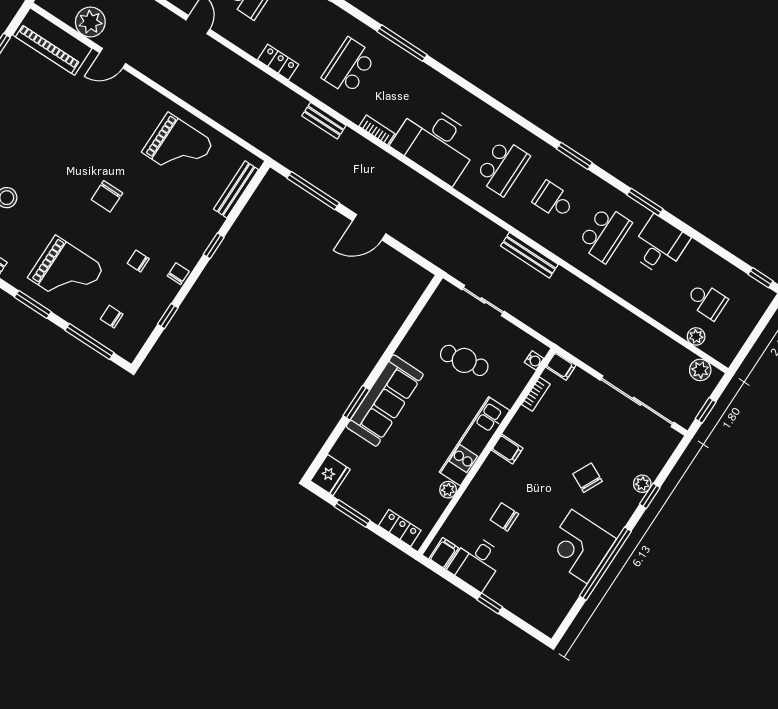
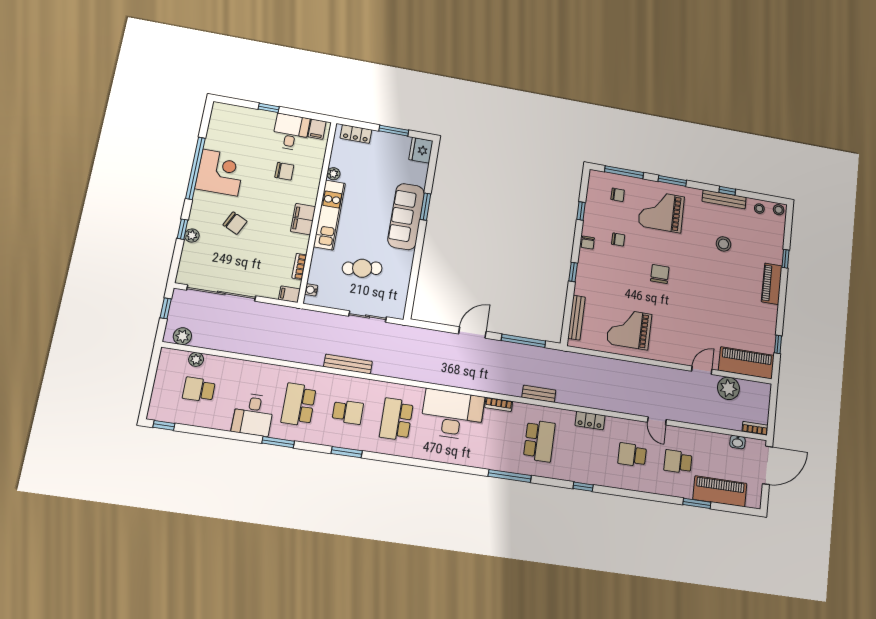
filing cabinet: (507, 449) -> (303, 219), width x2.00

